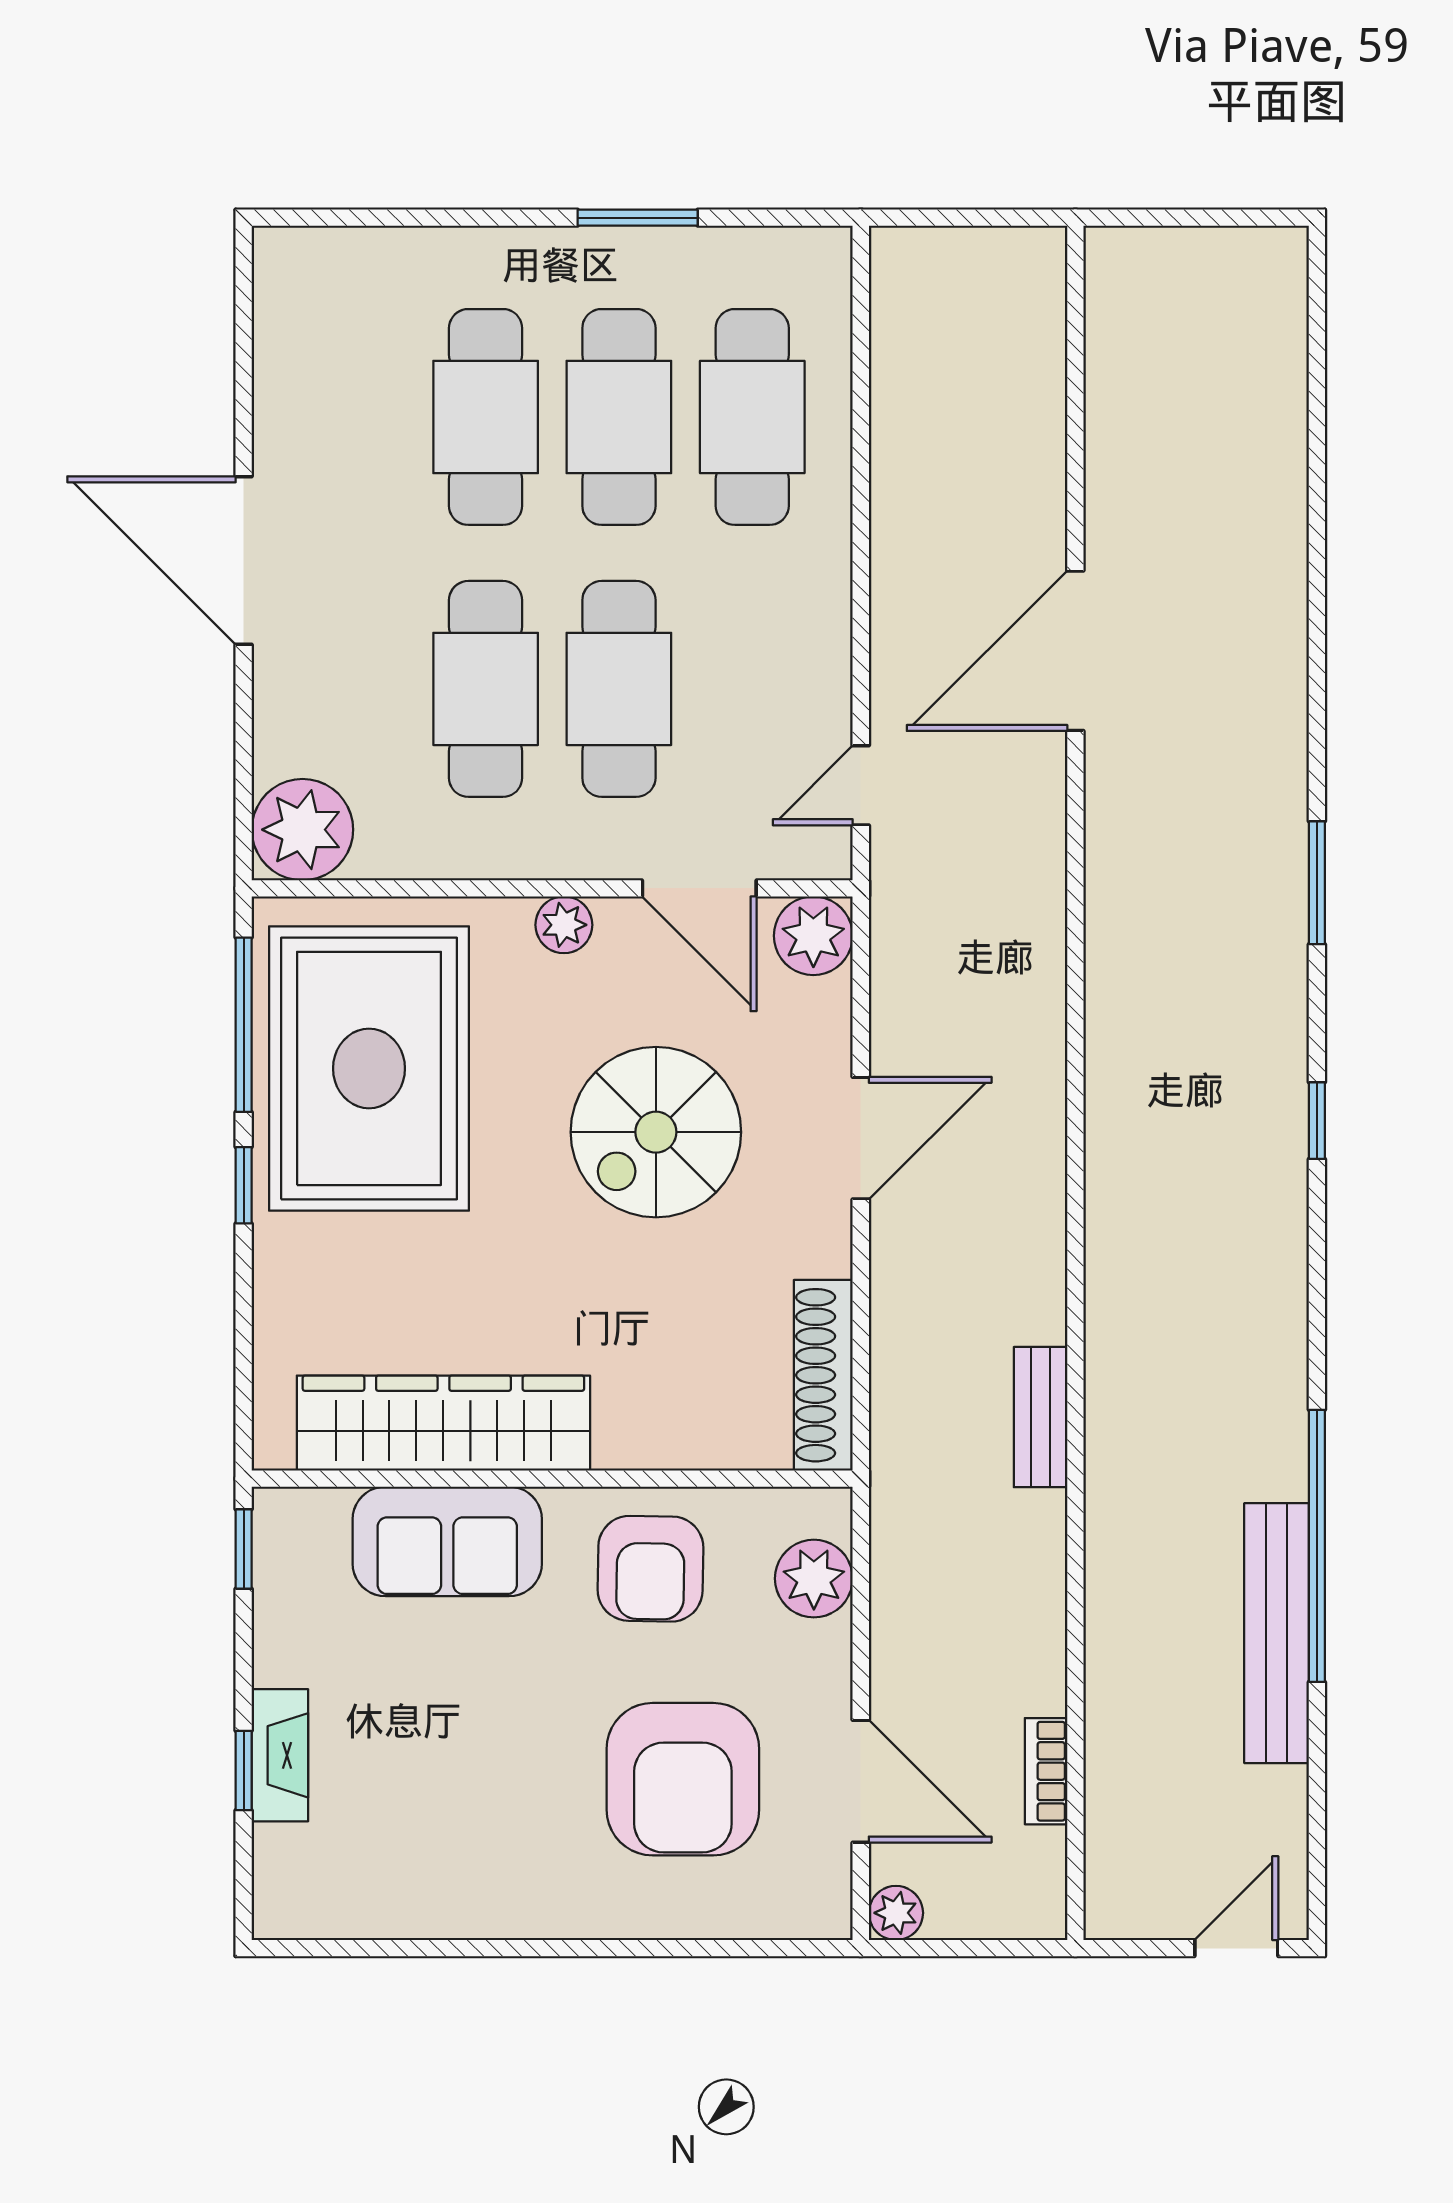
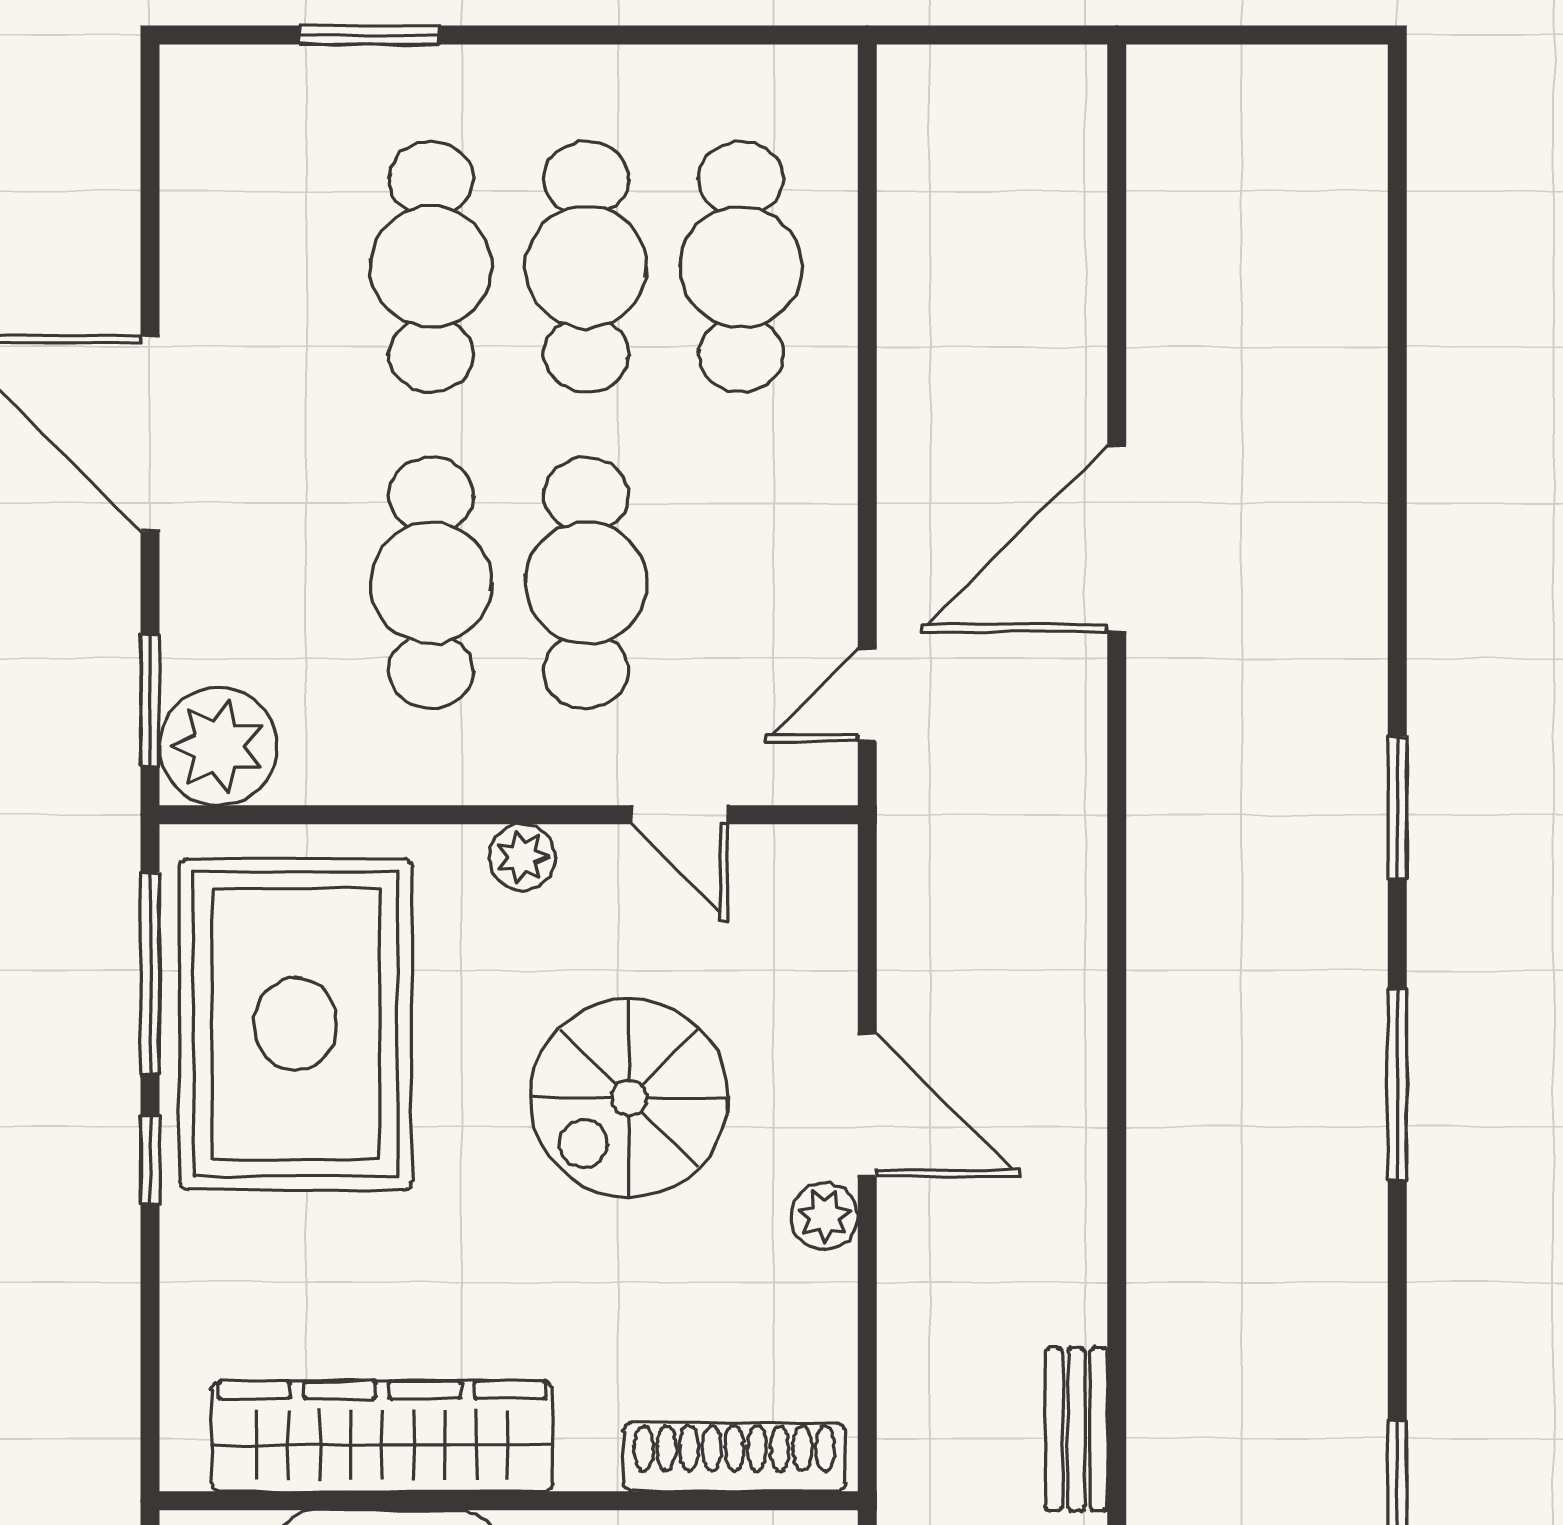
window: (638, 218) -> (369, 35), moved
window: (244, 790) -> (150, 700), added
door: (699, 888) -> (679, 815), width x0.73
plant: (813, 936) -> (825, 1216), moved, width x0.73, depth x0.73
window: (1317, 1121) -> (1397, 1085), width x2.17
door: (861, 1138) -> (867, 1105), hinge flipped
shoe rack: (823, 1375) -> (734, 1457), moved, turned 90

